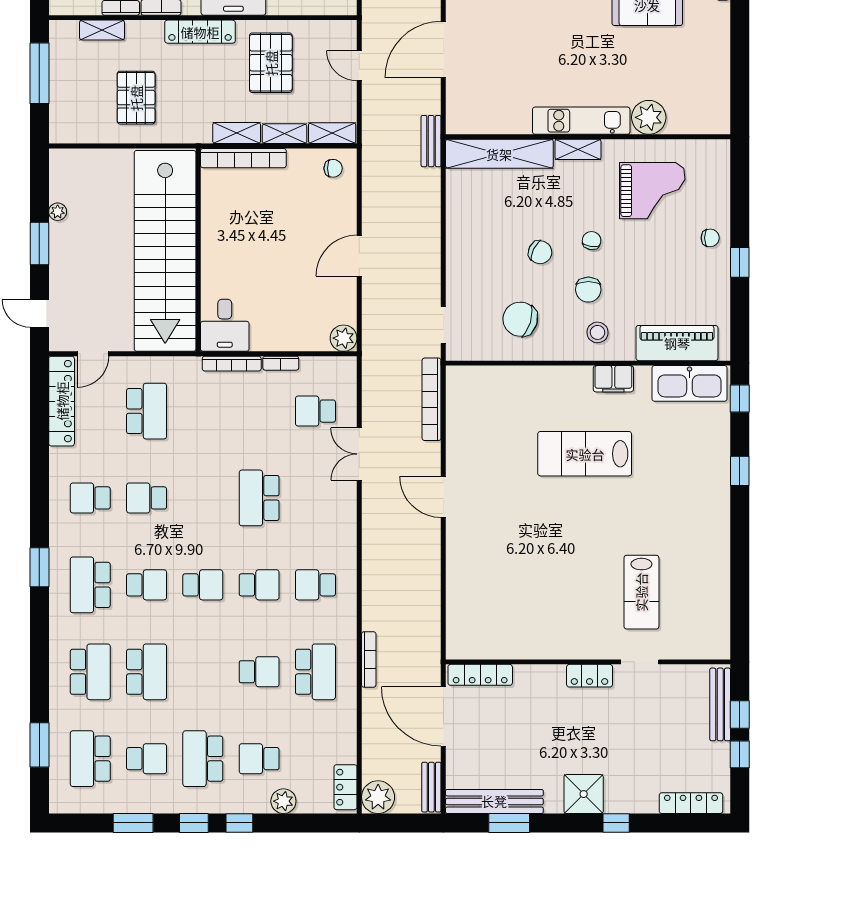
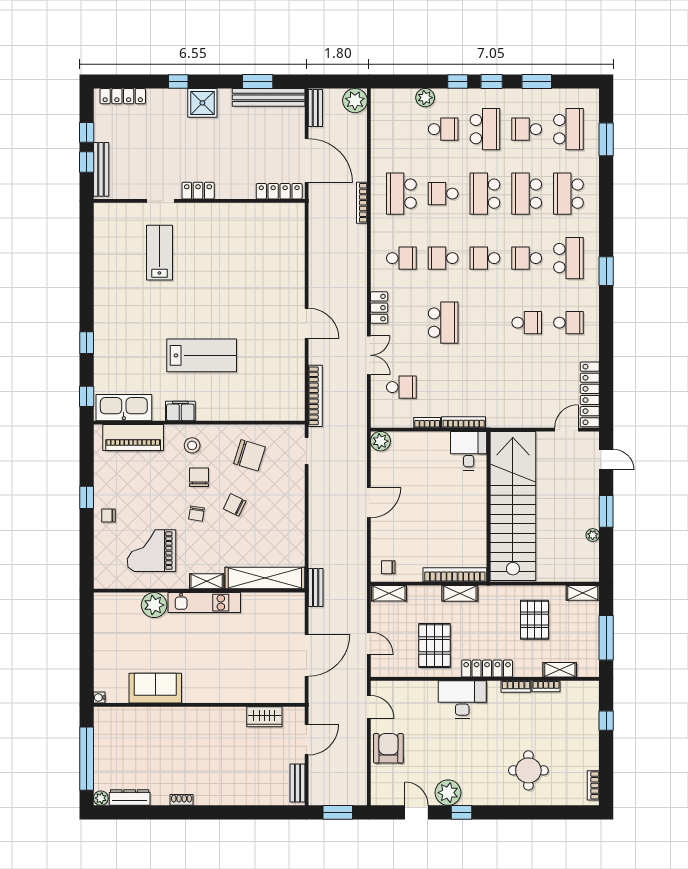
shelving: (285, 134) -> (583, 593), moved
school desk: (147, 411) -> (485, 194), moved
locker: (345, 787) -> (379, 308), moved

